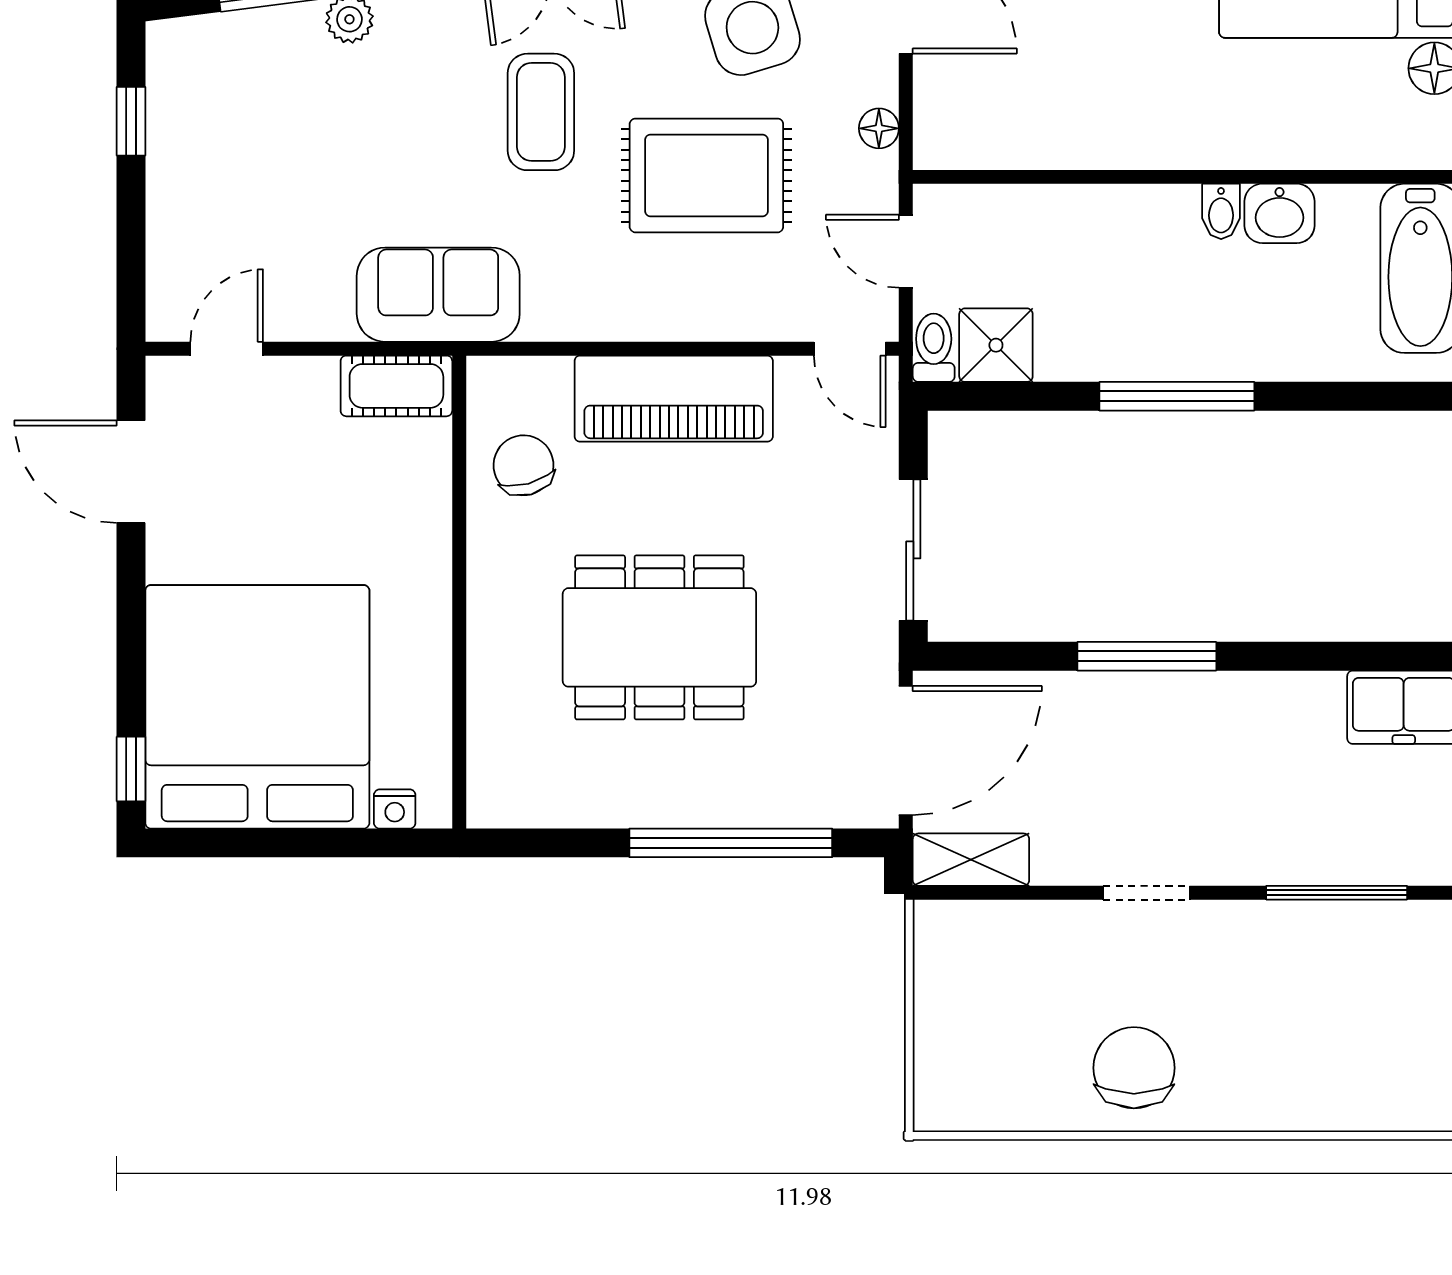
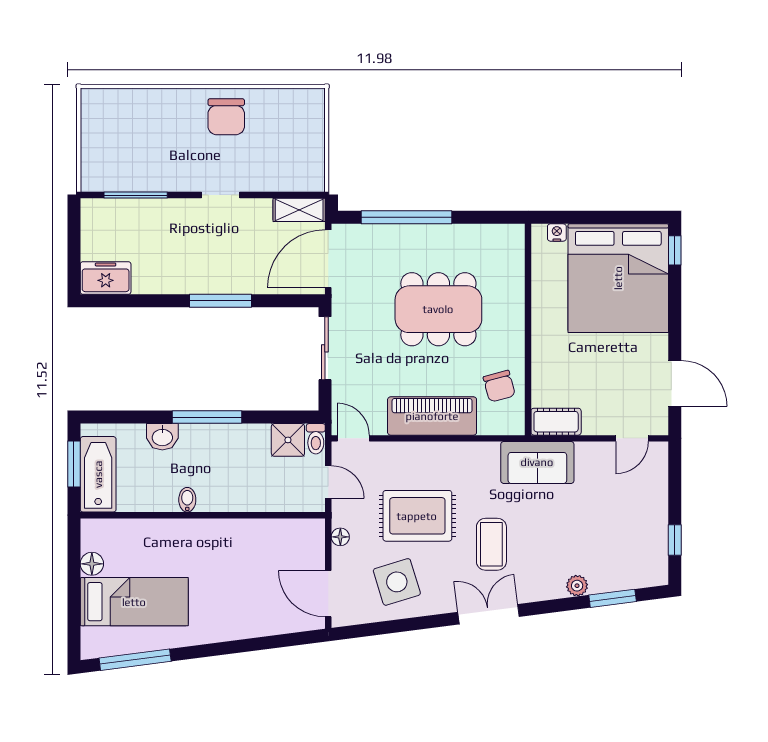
washbasin: (1280, 213) -> (162, 437), moved, turned 180

